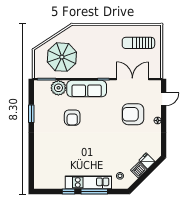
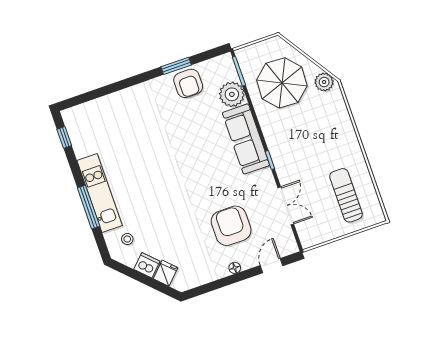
plant: (70, 33) -> (324, 82), added
double door: (132, 79) -> (286, 206), width x0.73
door: (164, 99) -> (271, 266), swing flipped
armchair: (72, 118) -> (188, 83), moved, turned -90
window: (69, 191) -> (64, 137), moved

